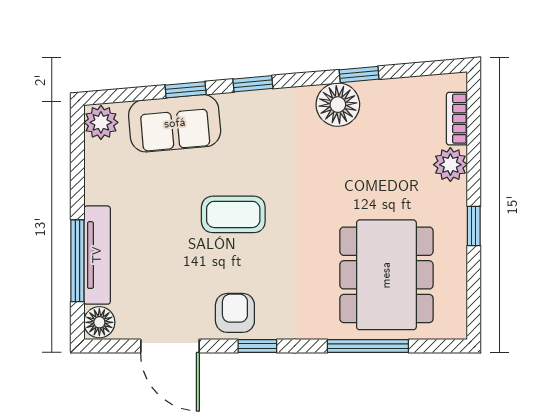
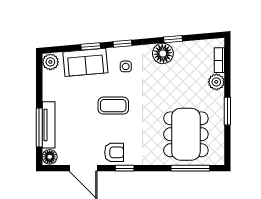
side table: (260, 132) -> (126, 66), added
window: (474, 226) -> (227, 111), width x1.50
armchair: (235, 313) -> (114, 152), turned 90
window: (368, 346) -> (190, 168), moved

